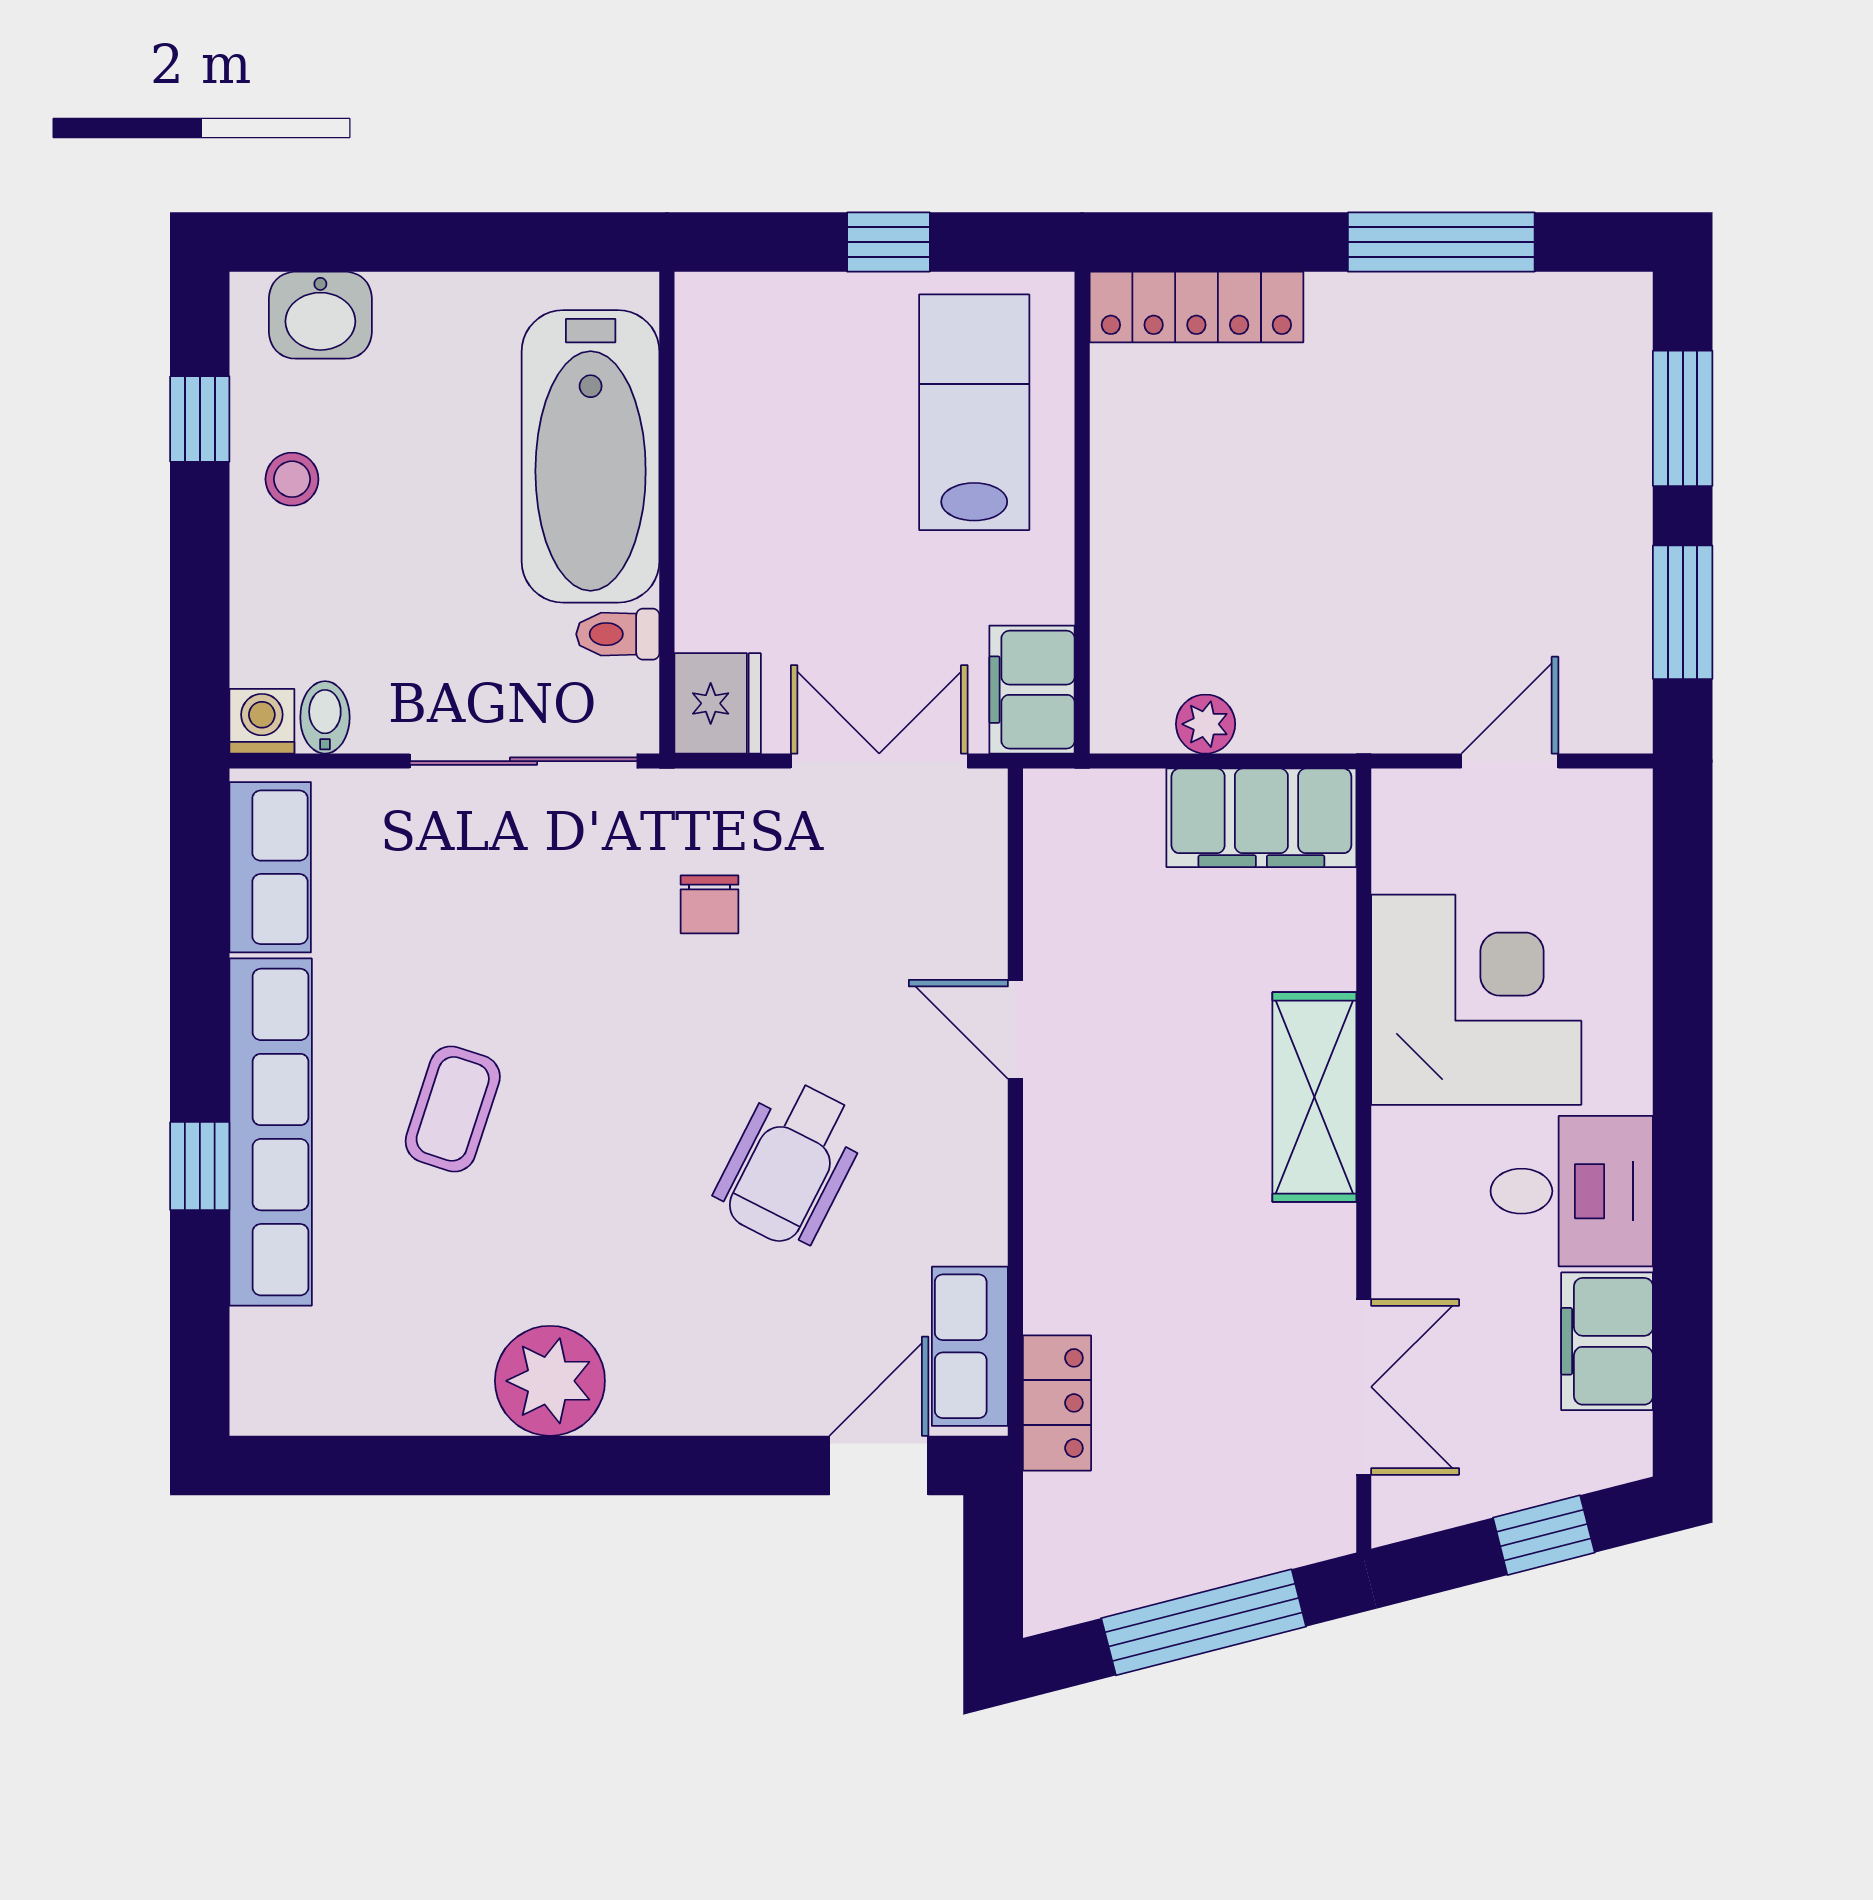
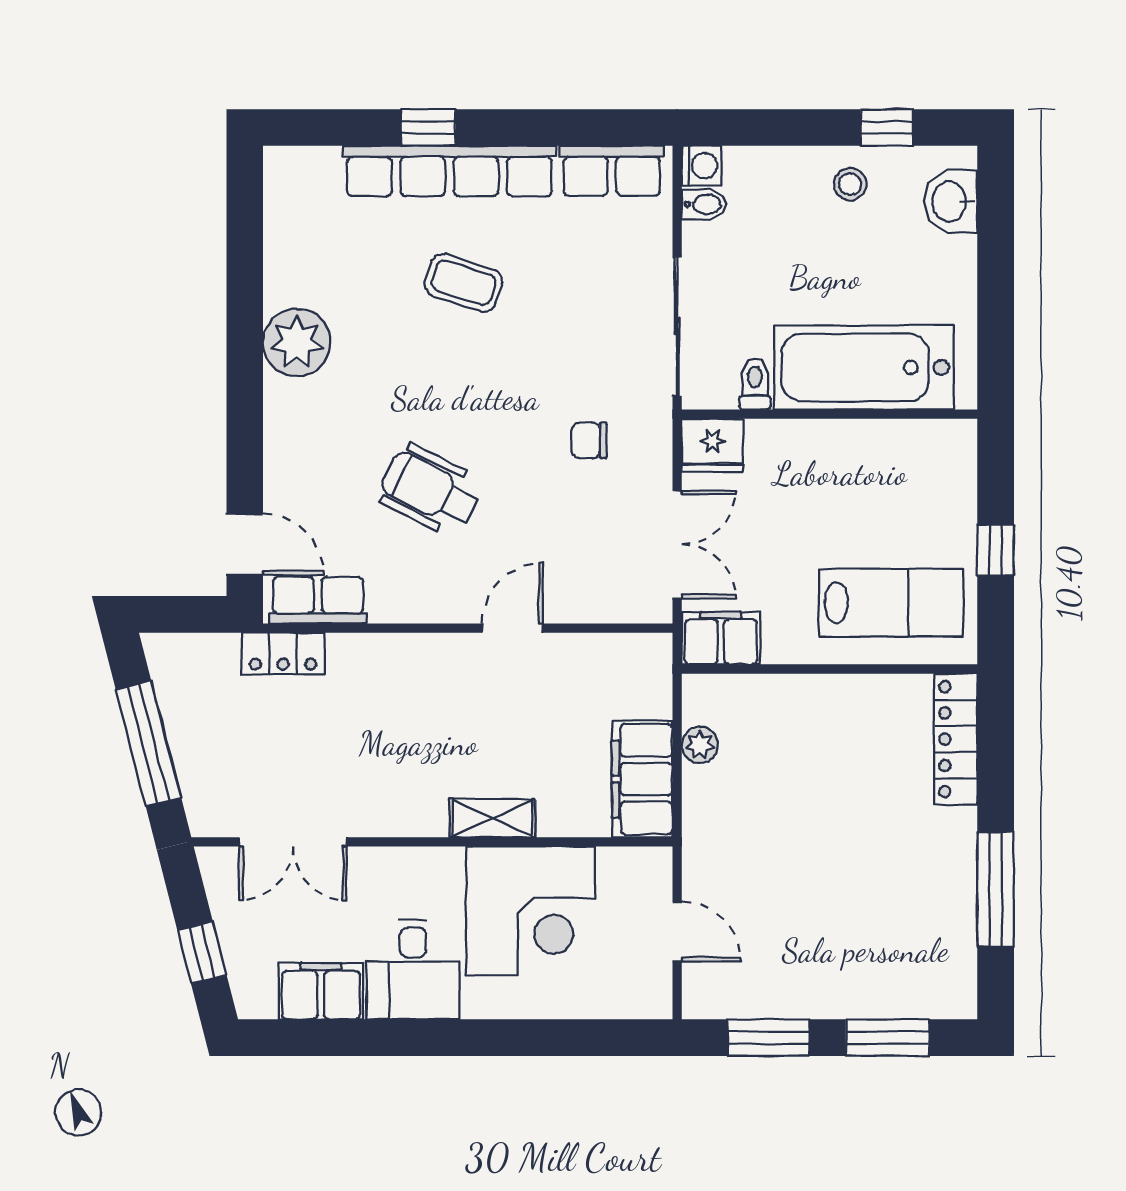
shelving: (1314, 1097) -> (492, 818), width x0.67, depth x0.75

